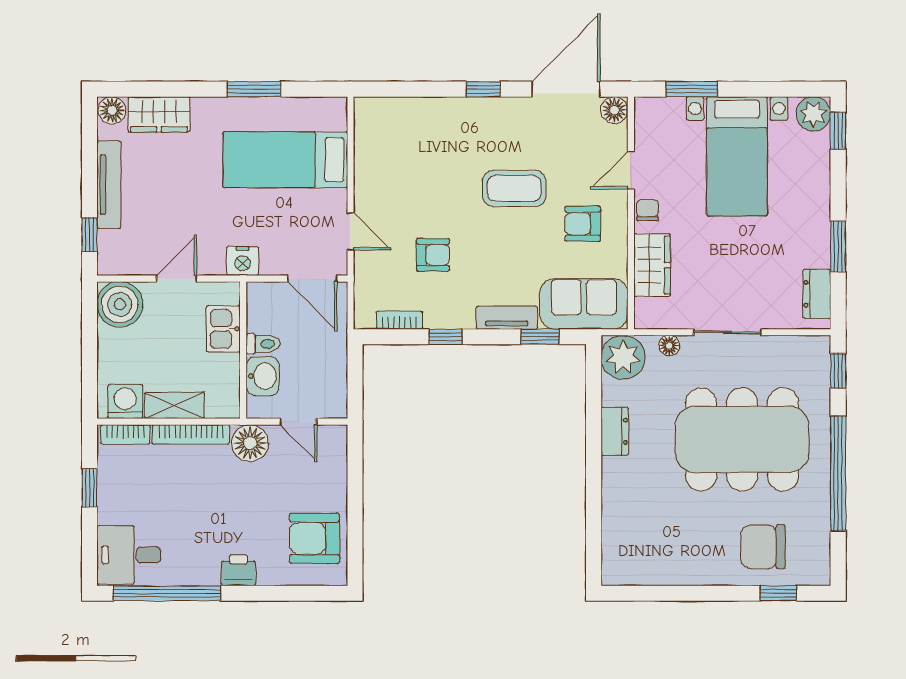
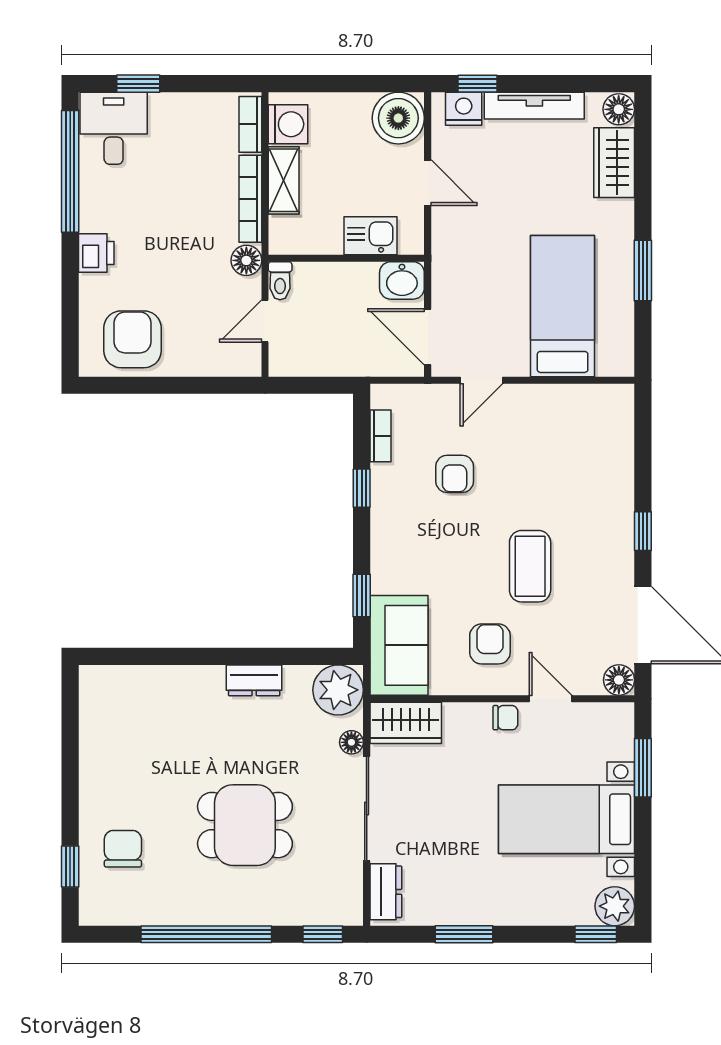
nightstand: (243, 261) -> (464, 109), moved, turned 90
wardrobe: (652, 265) -> (406, 723), moved
door: (312, 279) -> (428, 337), hinge flipped
dresser: (817, 294) -> (386, 892), moved, turned 90
tv unit: (507, 318) -> (383, 558), removed
sliding door: (727, 332) -> (367, 809), width x1.37
toilet: (263, 344) -> (280, 281), moved
washbasin: (263, 376) -> (402, 280), moved
dining table: (742, 439) -> (245, 825), width x0.53, depth x0.80
floor lamp: (250, 443) -> (246, 260), width x0.73, depth x0.73
window: (90, 488) -> (138, 84), moved
chair: (763, 547) -> (123, 849), width x0.73, depth x0.73

